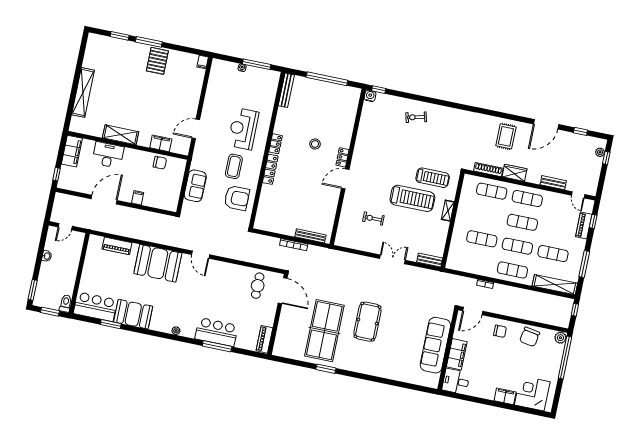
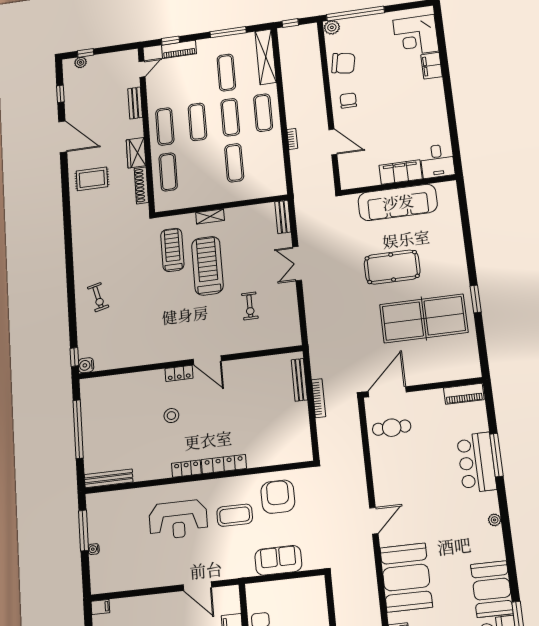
sofa: (435, 345) -> (398, 202), moved
wall: (448, 350) -> (398, 185), moved
filing cabinet: (457, 354) -> (401, 172), moved
desk: (456, 381) -> (437, 161), moved

